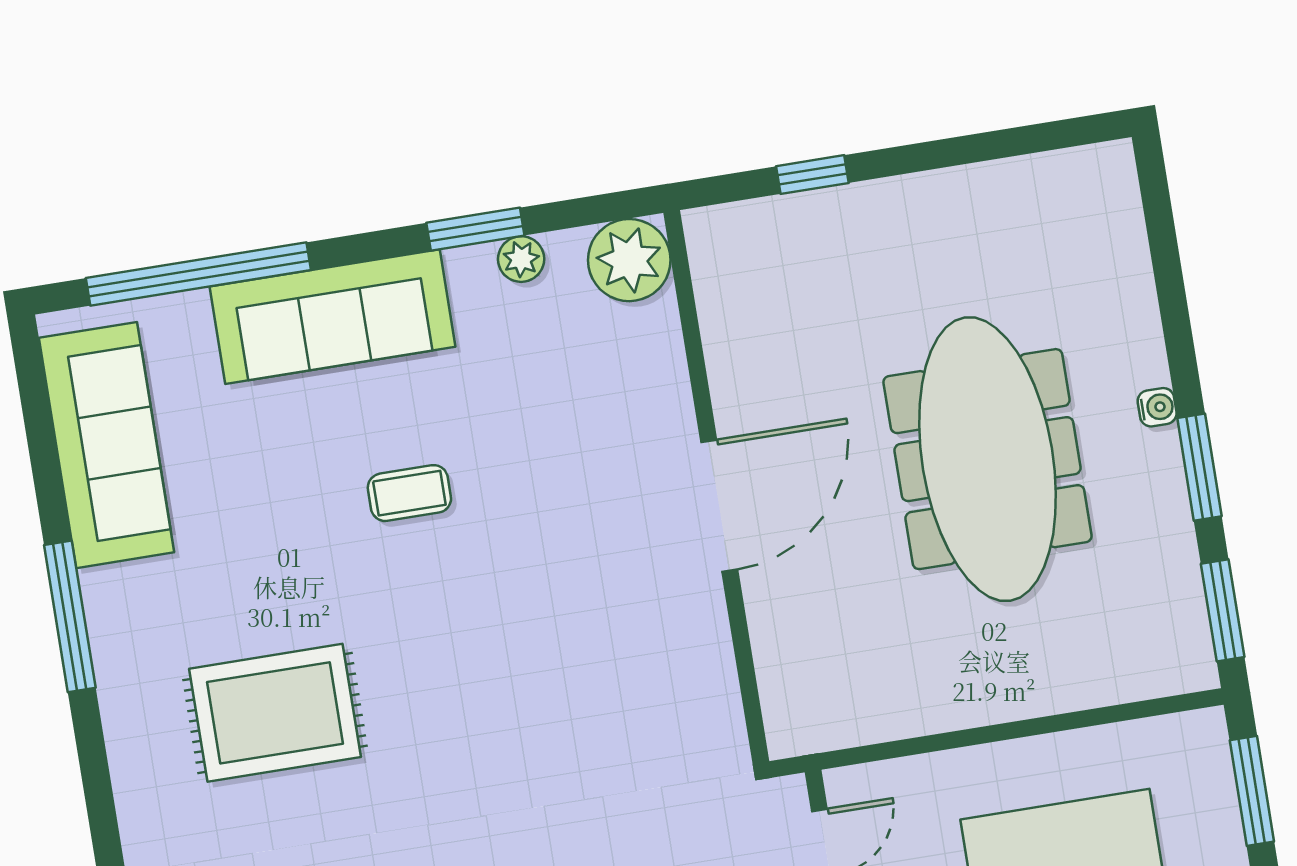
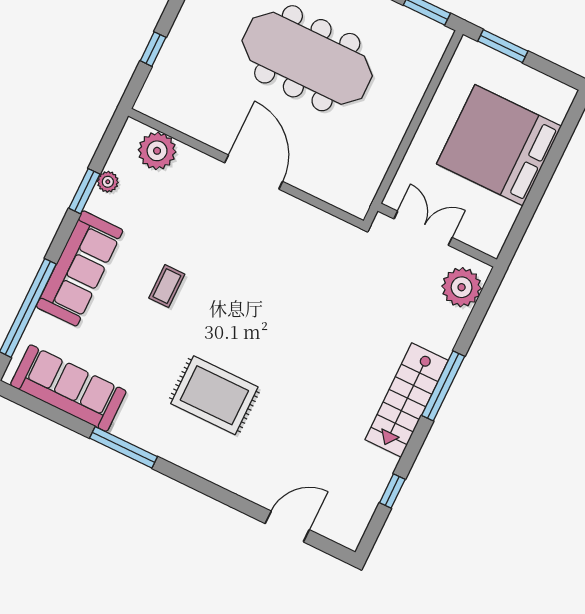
plant: (629, 260) -> (157, 151), moved
rug: (275, 713) -> (214, 395), turned 90

